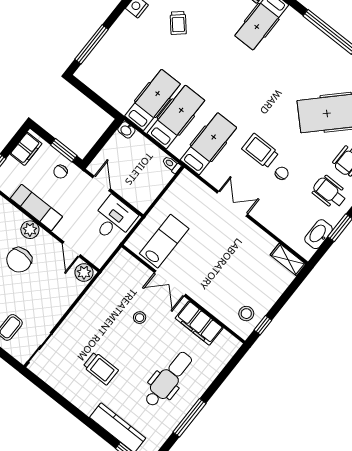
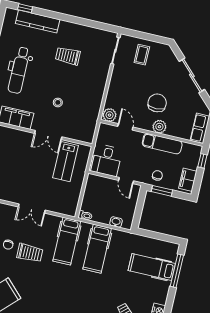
hospital bed: (152, 100) -> (152, 267), moved, turned 90
washbasin: (126, 130) -> (116, 222), moved
double door: (170, 283) -> (48, 135), swing flipped

